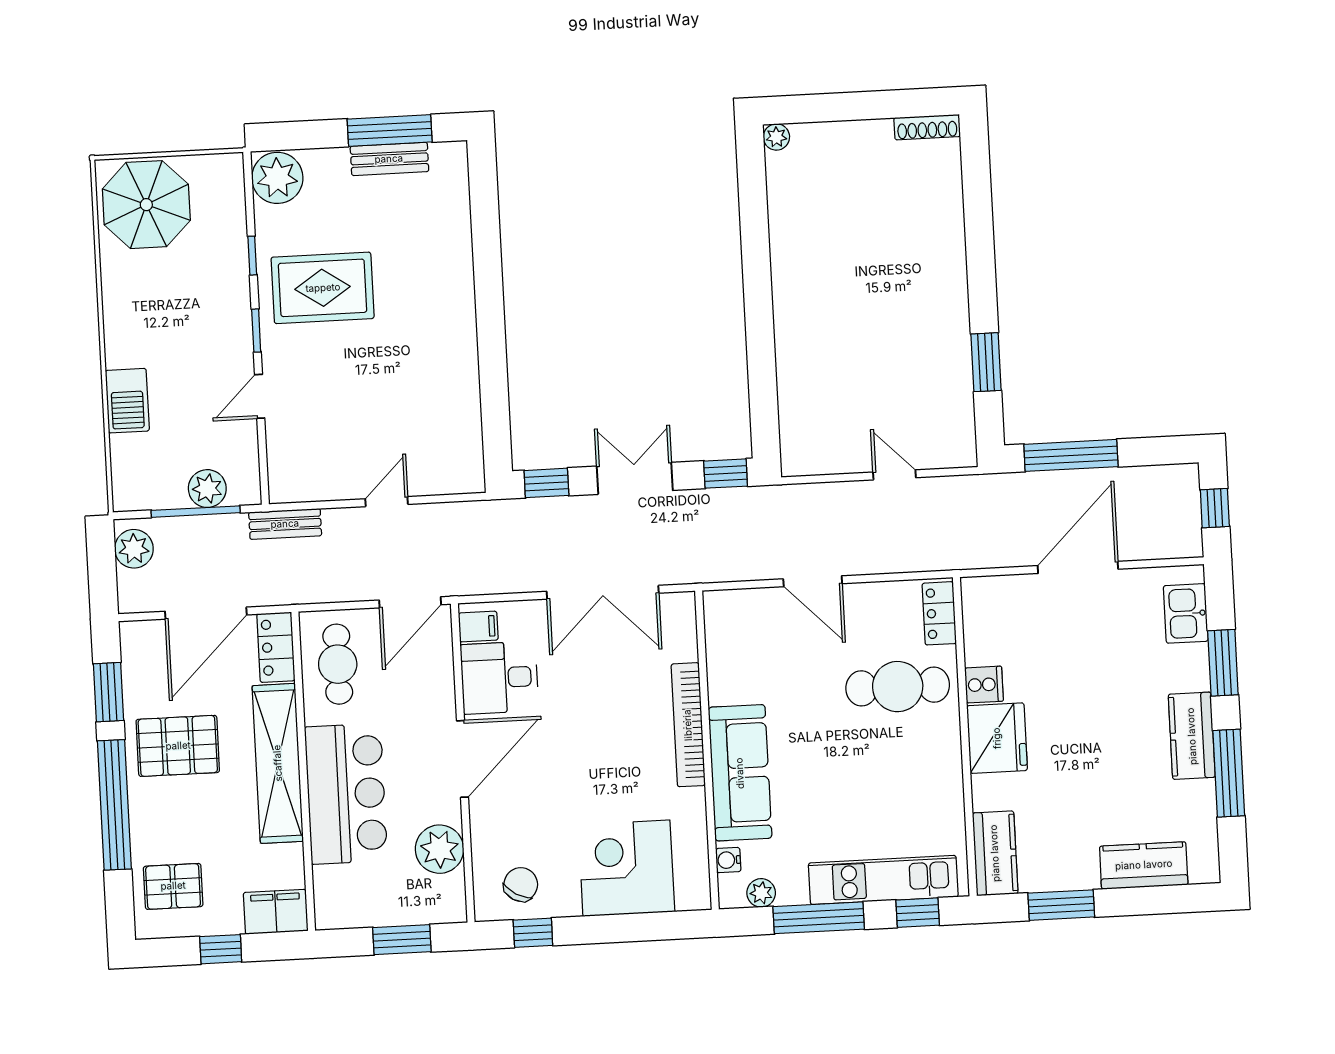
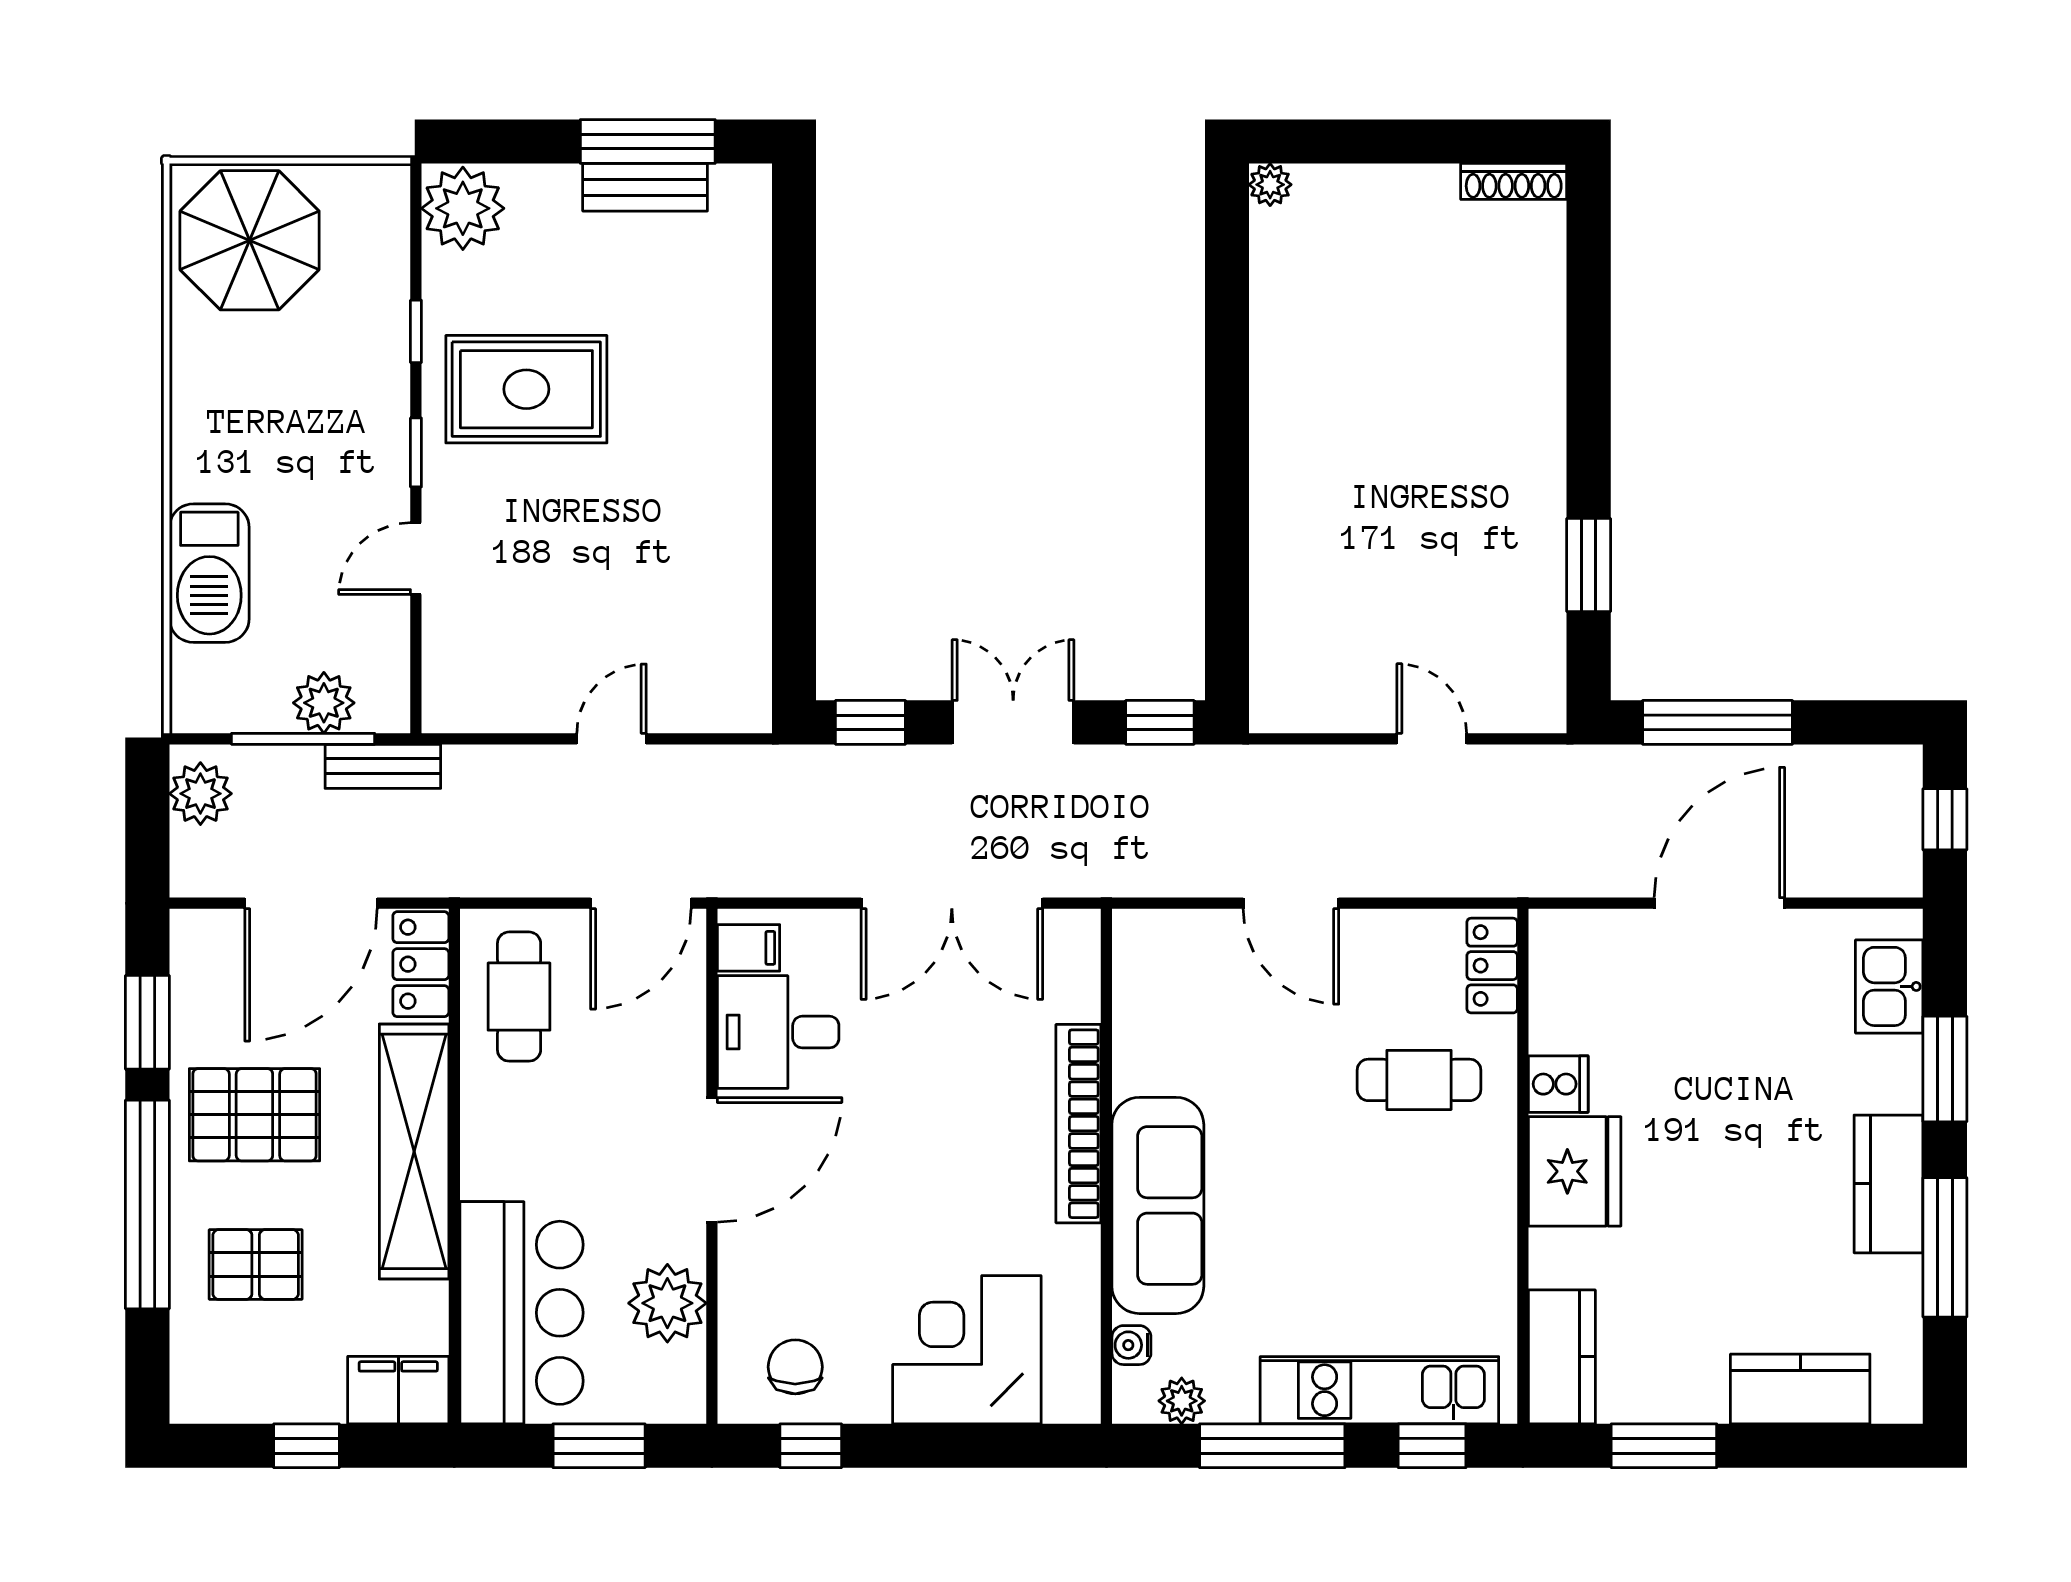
barbecue: (127, 401) -> (209, 573), width x1.37, depth x1.21
bench: (285, 524) -> (383, 766), moved
cafe table: (898, 687) -> (1419, 1080), width x0.73, depth x0.74
bar counter: (346, 794) -> (521, 1313), moved
chair: (521, 884) -> (795, 1367), turned -30
pallet: (173, 886) -> (256, 1264), moved

